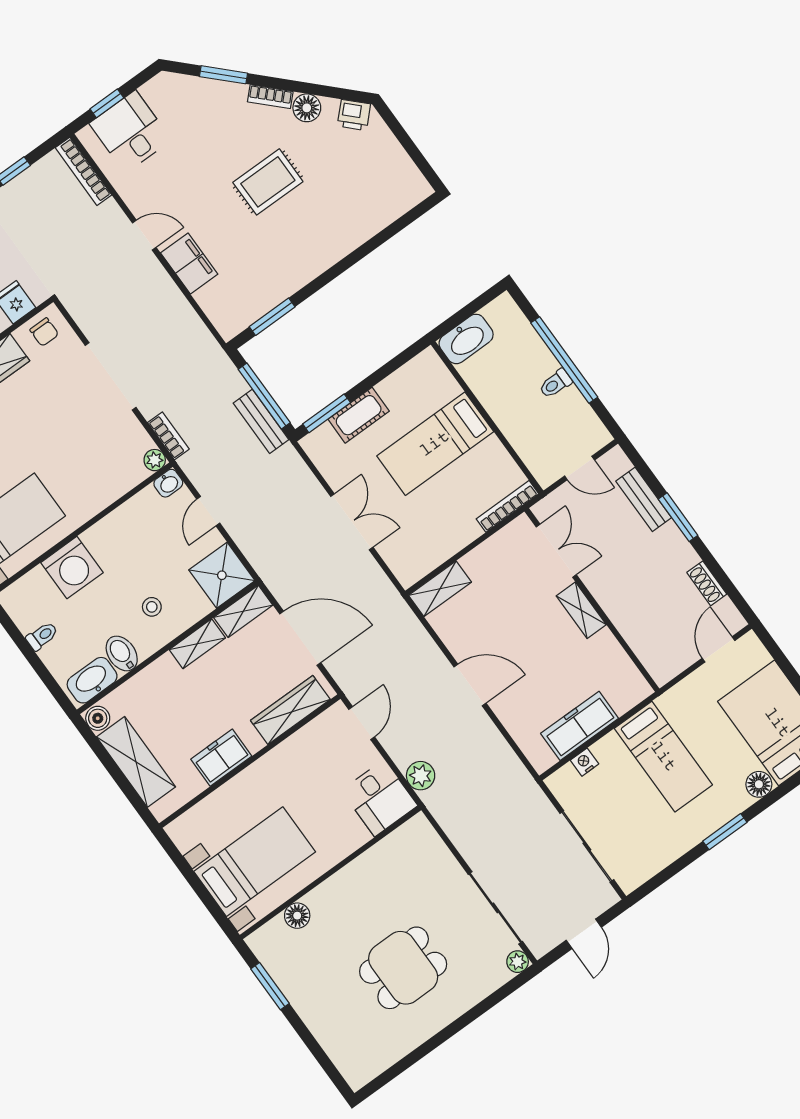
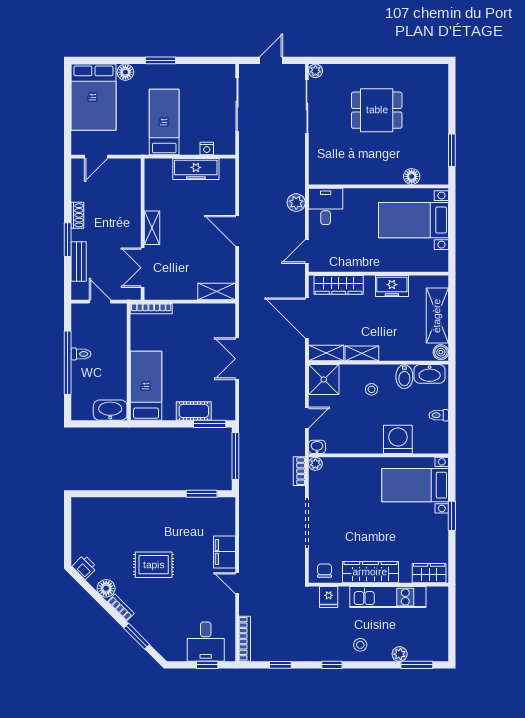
bench: (261, 421) -> (246, 444), removed
bed: (435, 444) -> (146, 386), moved, turned -90
shoe rack: (707, 583) -> (77, 215), moved

